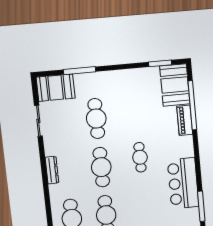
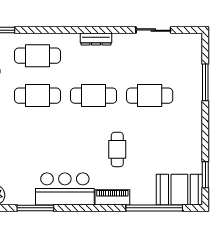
booth: (56, 88) -> (189, 53), removed
piano: (185, 120) -> (112, 197), moved
cafe table: (140, 157) -> (117, 149), moved, turned 90

